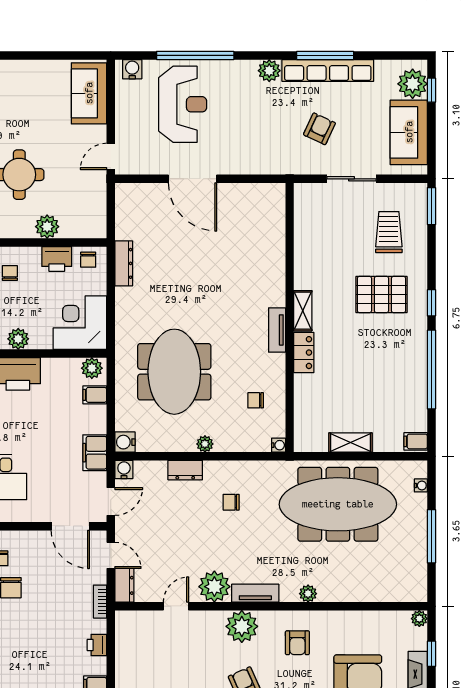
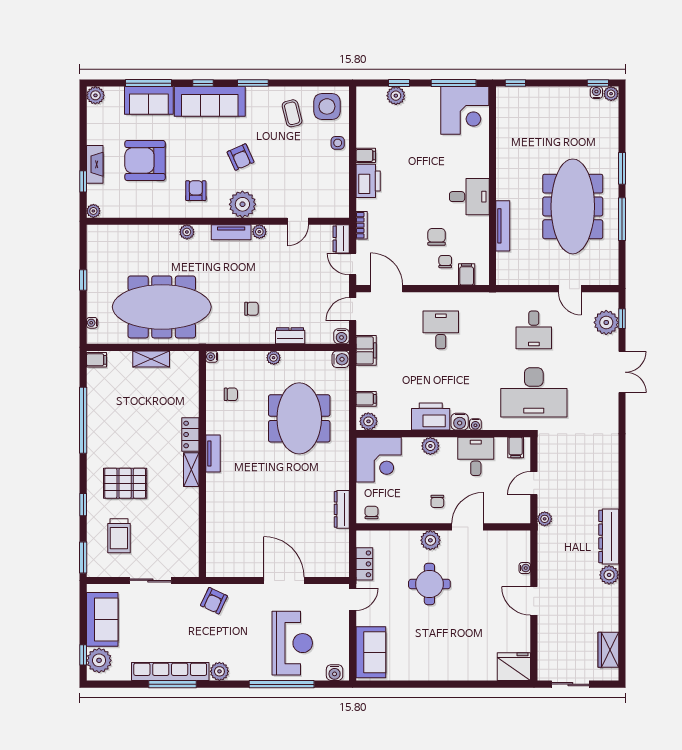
reception desk: (183, 104) -> (292, 643), turned 180
armchair: (319, 129) -> (214, 601), moved
locker: (97, 199) -> (364, 564), added
plant: (47, 227) -> (430, 540), moved
printer: (57, 259) -> (398, 513), removed
window: (431, 303) -> (83, 505), moved
window: (431, 536) -> (83, 280), width x0.46
plant: (214, 587) -> (259, 232), width x0.53, depth x0.53
printer: (97, 645) -> (368, 181), width x1.87, depth x1.48

